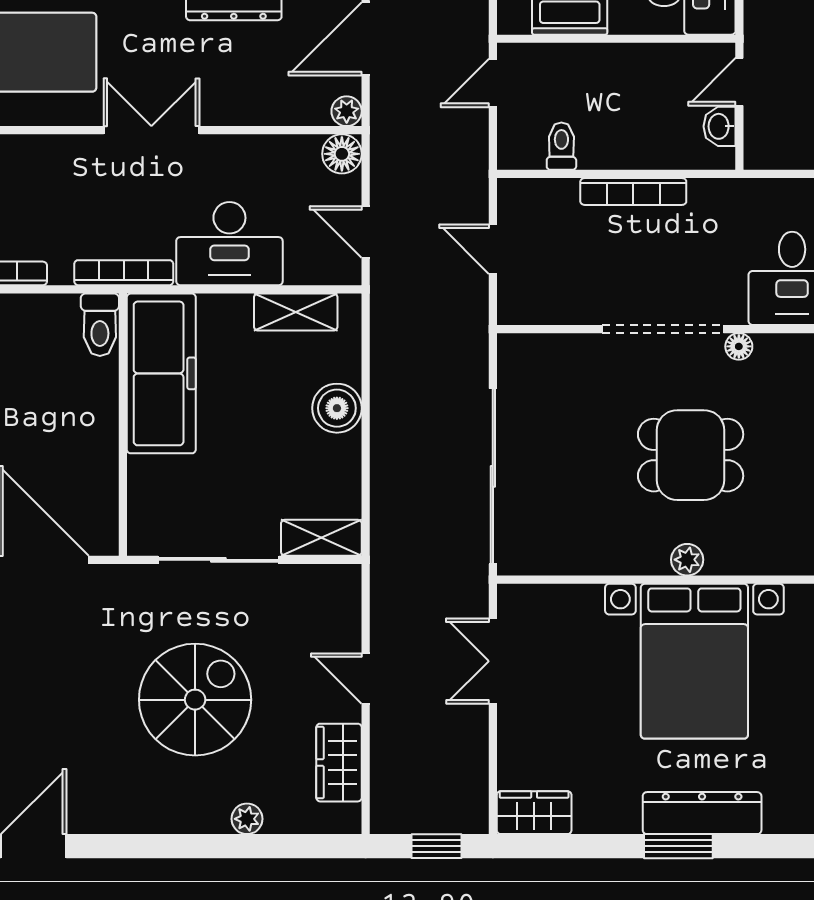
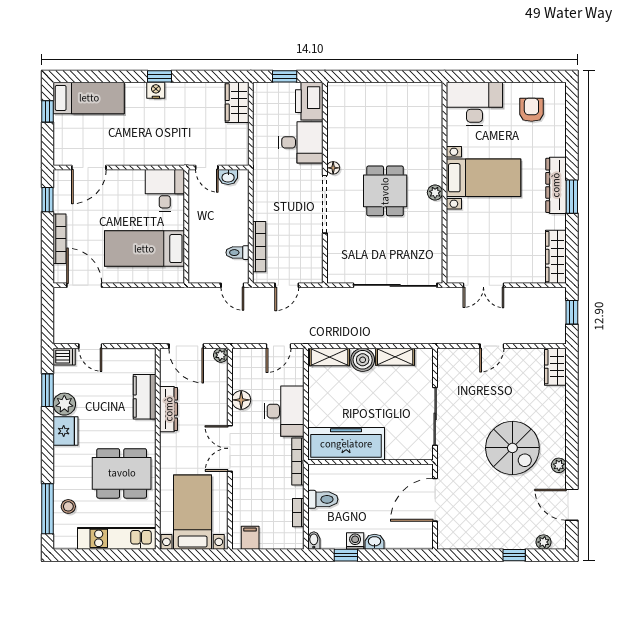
door: (493, 83) -> (232, 285), moved
floor lamp: (342, 154) -> (241, 400), moved
bookcase: (633, 191) -> (259, 247), moved
shelving: (296, 312) -> (330, 357), moved, turned 90
toilet: (100, 325) -> (323, 499), moved
shelving: (321, 538) -> (395, 357), moved, turned 90
bed with nightstands: (694, 661) -> (484, 178), width x0.73
spiral stairs: (195, 700) -> (512, 448), moved, turned 180
wardrobe: (339, 763) -> (555, 367), moved, turned 90
wardrobe: (534, 813) -> (556, 257), width x1.50
plant: (247, 819) -> (559, 465), moved

